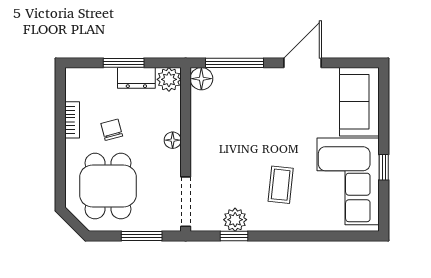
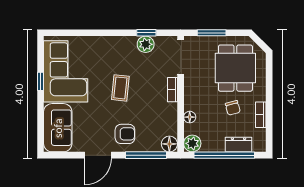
window: (124, 63) -> (224, 155), width x2.11
dresser: (136, 78) -> (239, 144), moved
armchair: (264, 93) -> (125, 134), added
floor lamp: (173, 140) -> (190, 117), moved
bookcase: (197, 156) -> (172, 90), added
coffee table: (281, 185) -> (120, 88), moved

